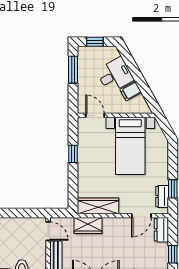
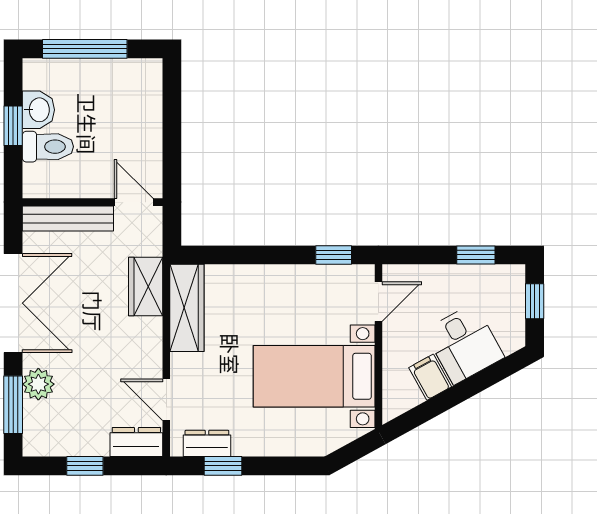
window: (73, 70) -> (476, 255), width x0.67
window: (73, 154) -> (334, 255), moved
door: (48, 231) -> (134, 202), swing flipped

